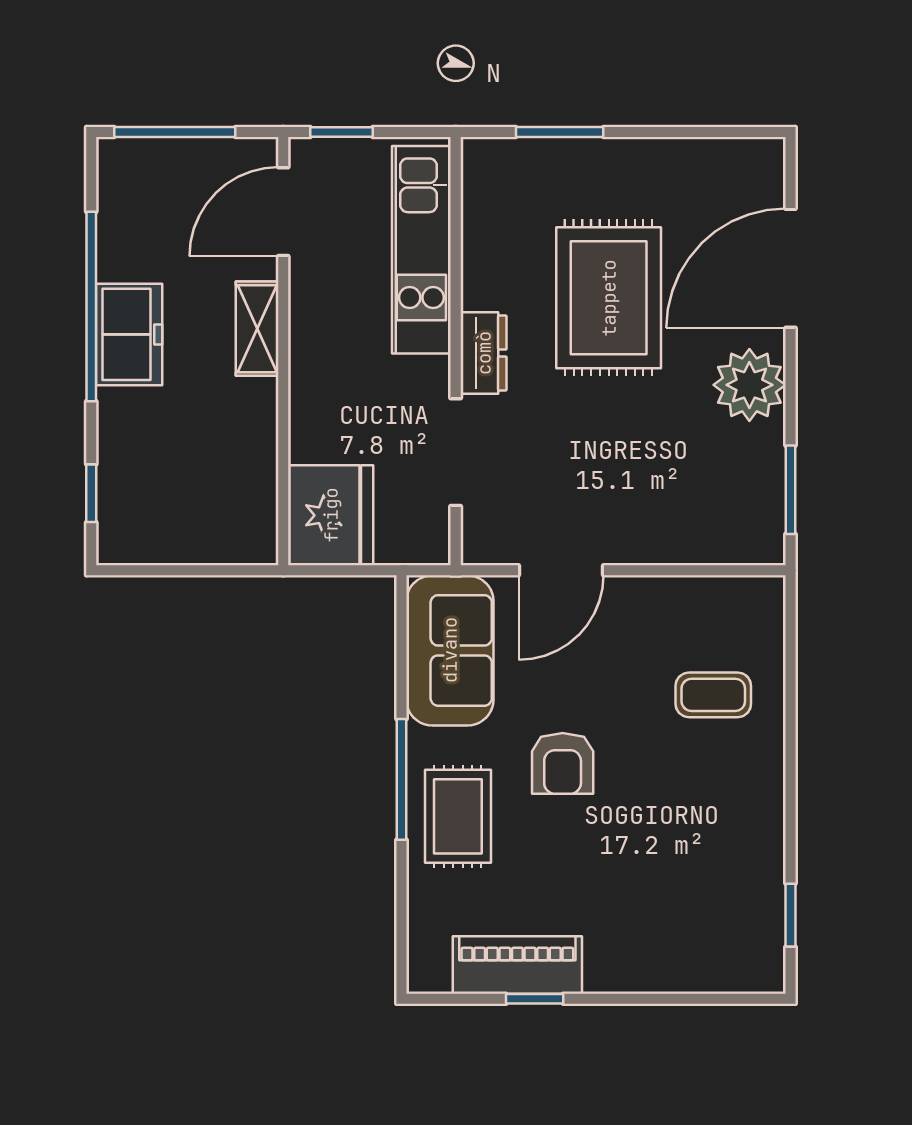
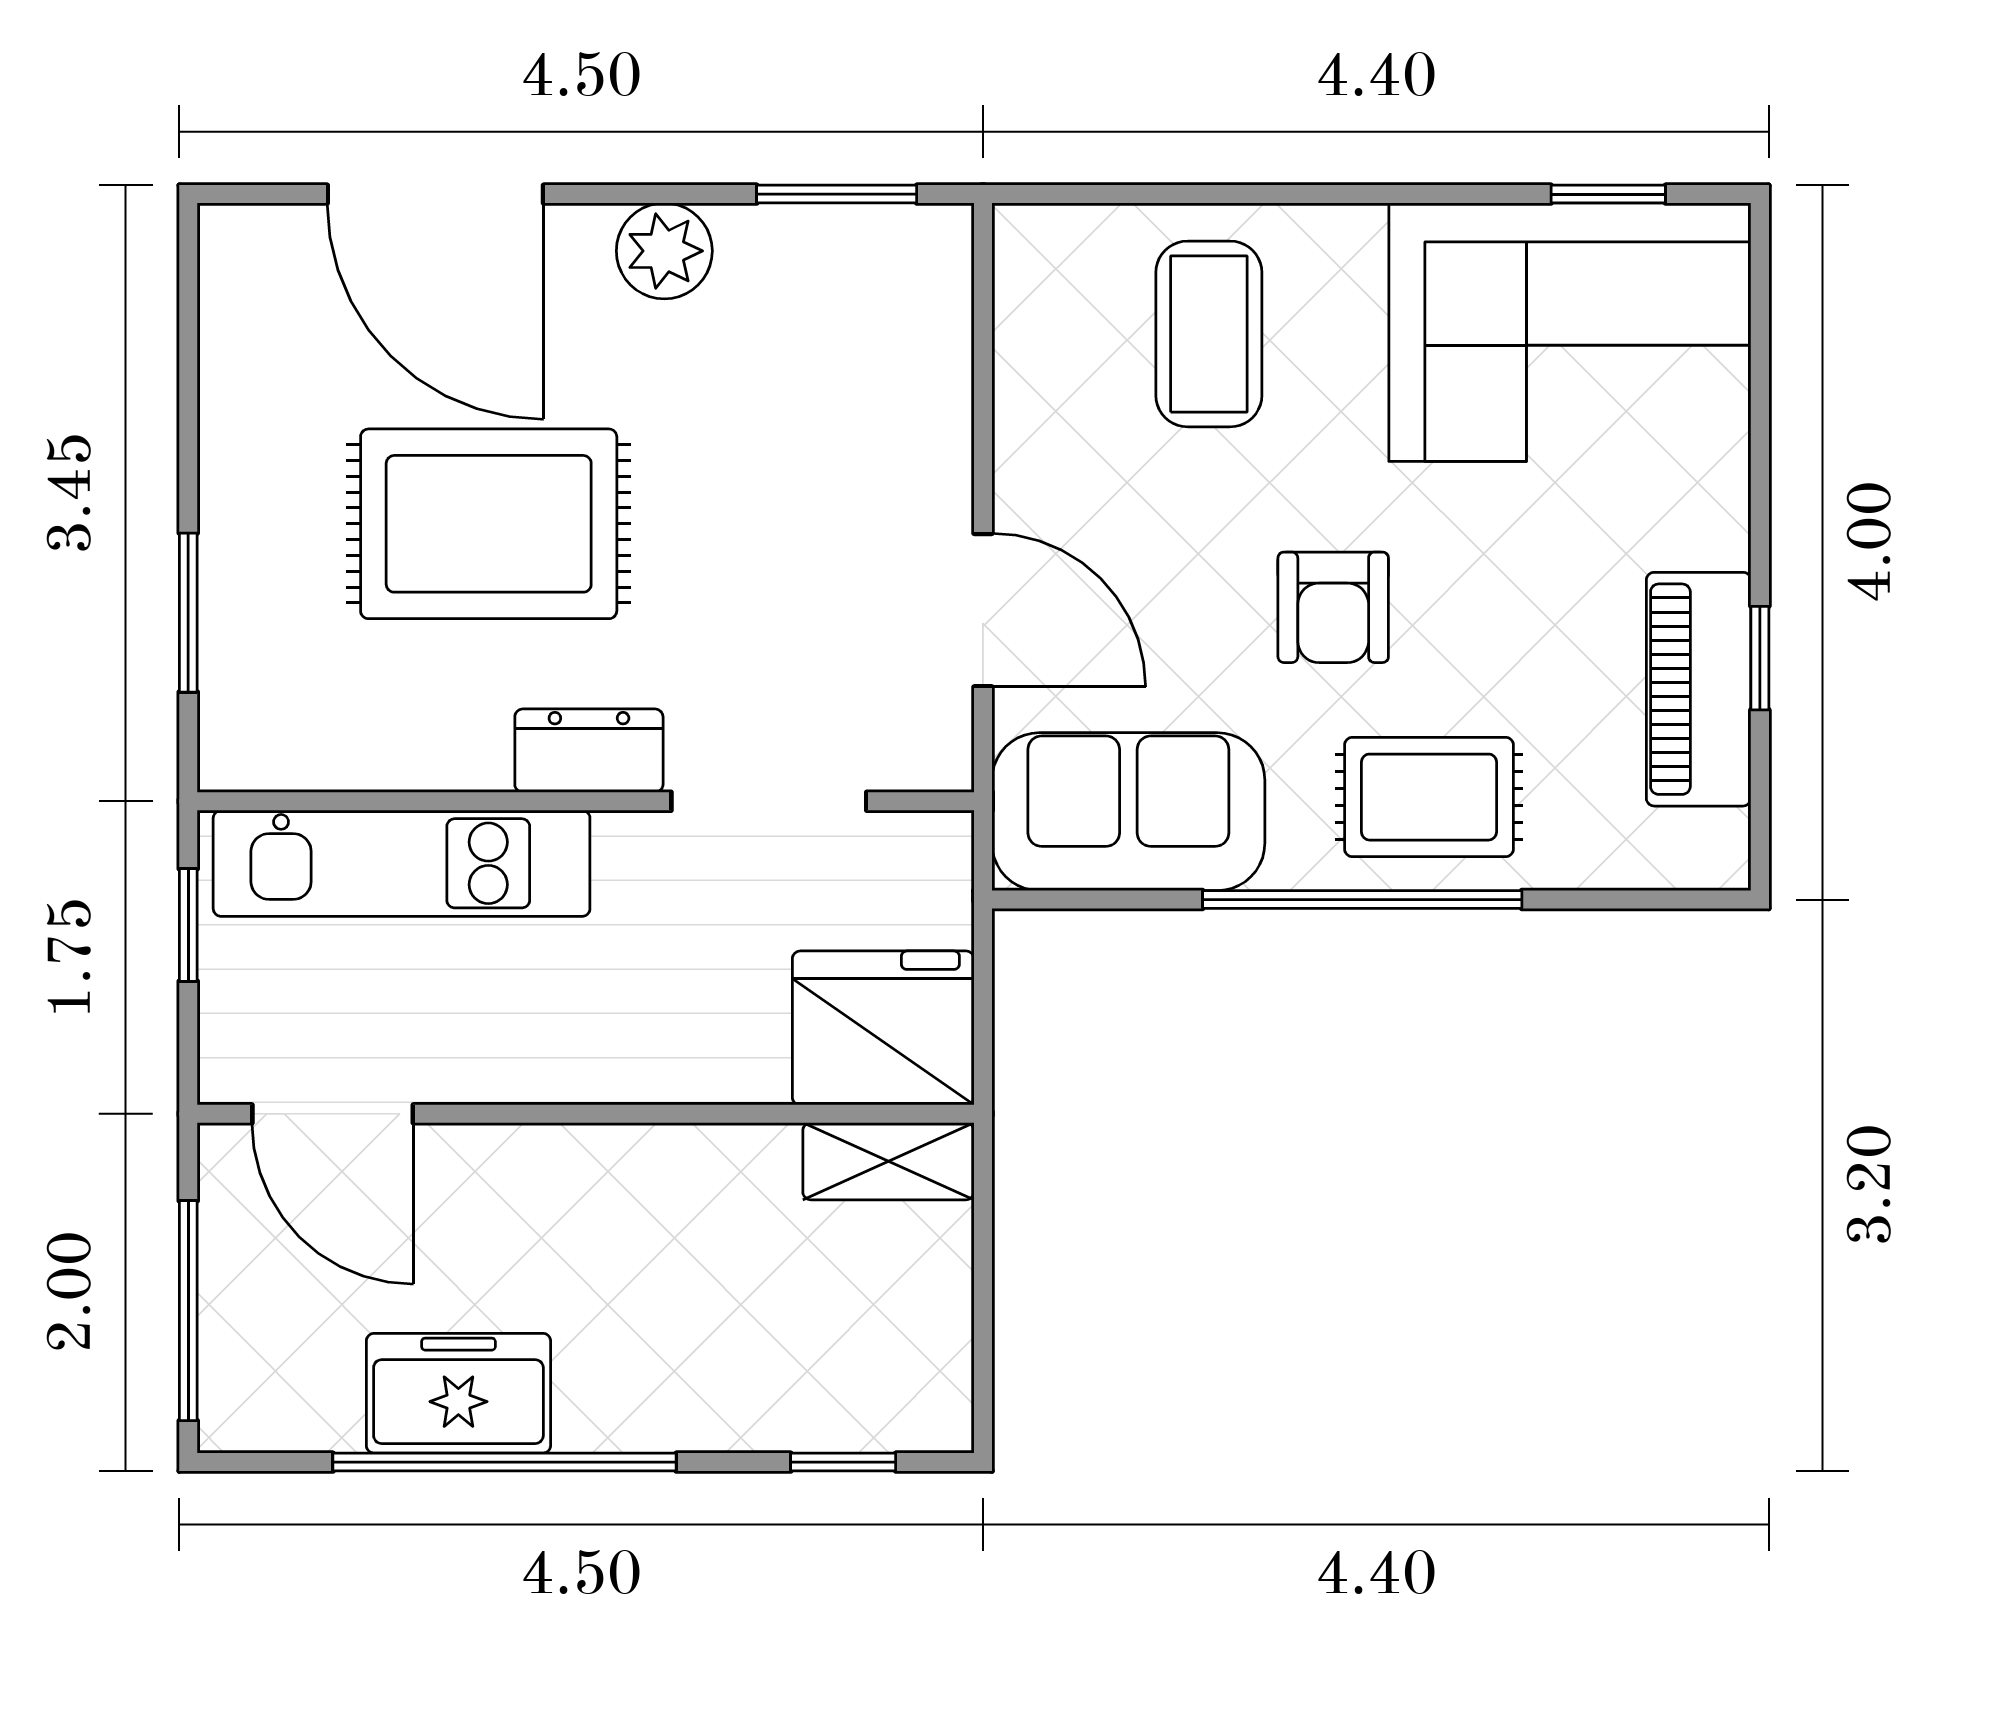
window: (342, 132) -> (188, 925), moved
shelving: (257, 329) -> (888, 1161), moved
freezer: (129, 334) -> (458, 1393), moved
plant: (749, 385) -> (664, 251), width x0.73, depth x0.73
coffee table: (713, 695) -> (1209, 334), width x1.36, depth x1.30
armchair: (563, 763) -> (1333, 607), turned 90
window: (401, 779) -> (1362, 900), width x1.46
corner sofa: (714, 894) -> (1570, 332), added

